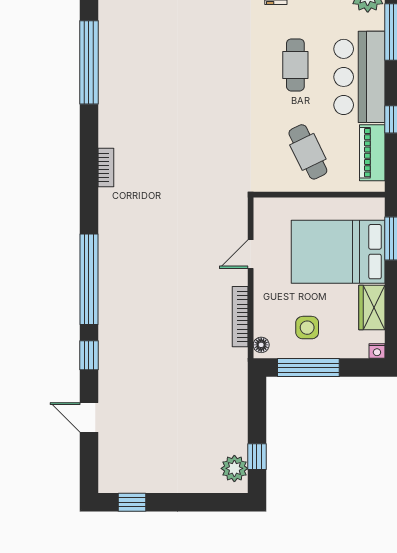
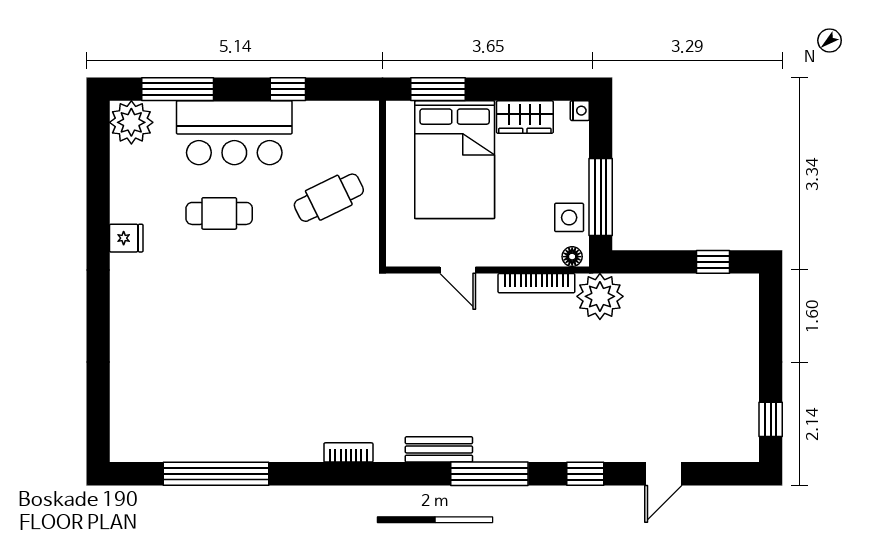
piano: (372, 153) -> (330, 117), removed
bench: (108, 239) -> (439, 449), added
window: (89, 279) -> (489, 474), width x0.68
side table: (307, 328) -> (569, 217), moved
plant: (234, 468) -> (600, 296), moved, width x1.36, depth x1.36

